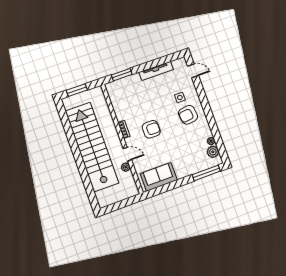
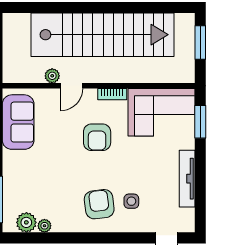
corner sofa: (124, 98) -> (161, 112), added

